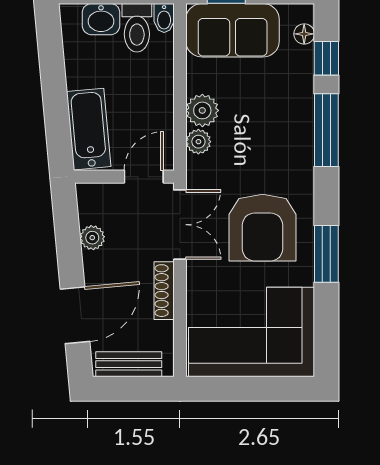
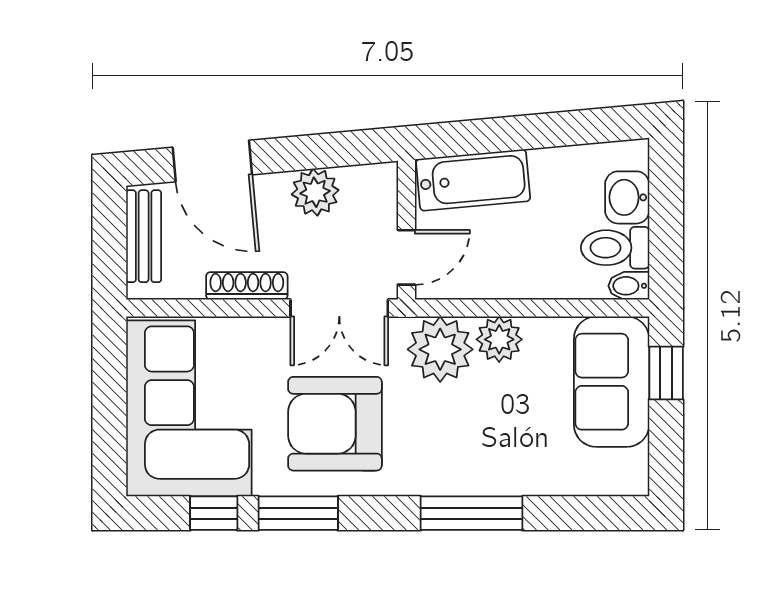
floor lamp: (304, 34) -> (606, 482), removed
window: (326, 58) -> (214, 513), moved
plant: (198, 142) -> (440, 349), width x1.88, depth x1.88
door: (144, 177) -> (406, 257), hinge flipped
plant: (92, 238) -> (315, 192), width x1.38, depth x1.38

